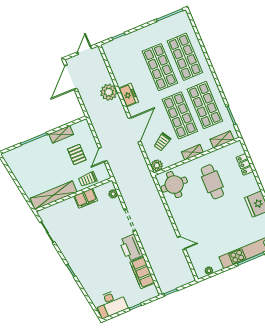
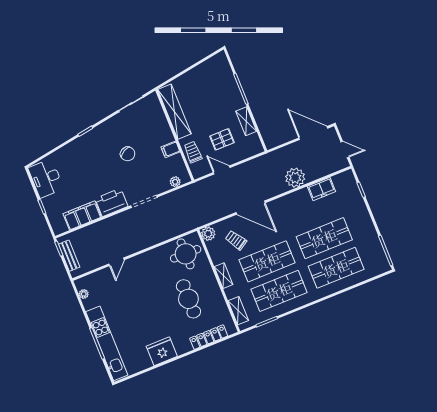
freezer: (129, 95) -> (321, 189), moved
locker: (245, 164) -> (209, 337), width x1.53
cafe table: (212, 182) -> (188, 299), turned 90
filing cabinet: (86, 198) -> (170, 149), width x0.50
chair: (90, 234) -> (128, 154), added
bench: (177, 283) -> (69, 256), added

